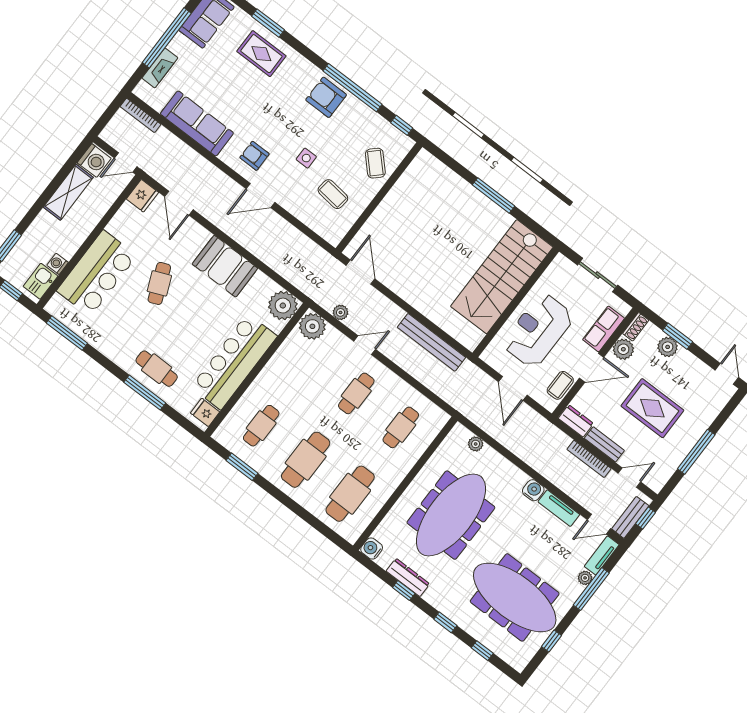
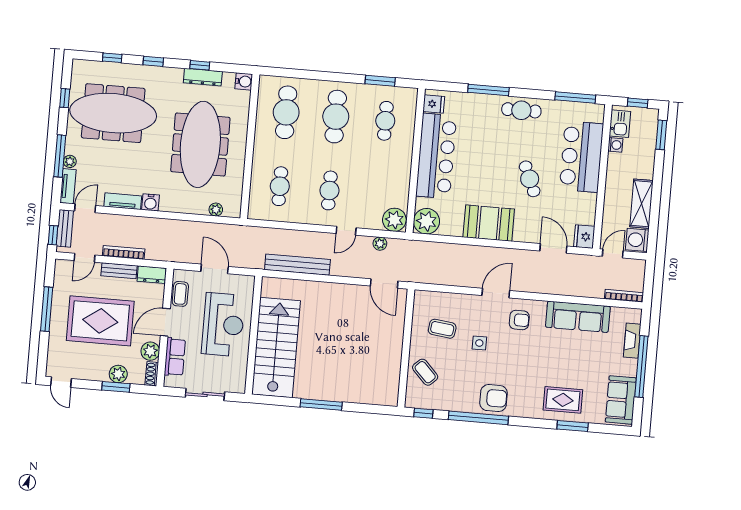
cafe table: (157, 369) -> (521, 110), moved
rug: (652, 408) -> (100, 321), width x1.37, depth x1.44

